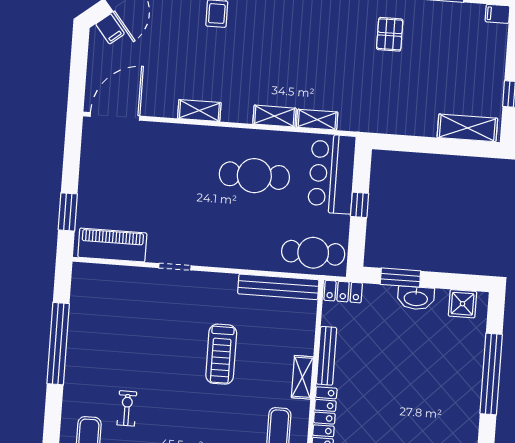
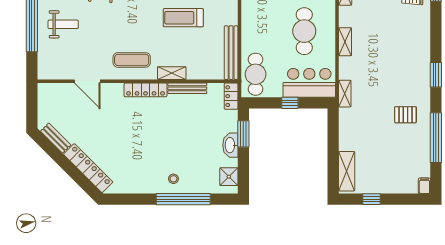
shelving: (317, 120) -> (345, 94), moved
stool: (460, 386) -> (173, 179), added

